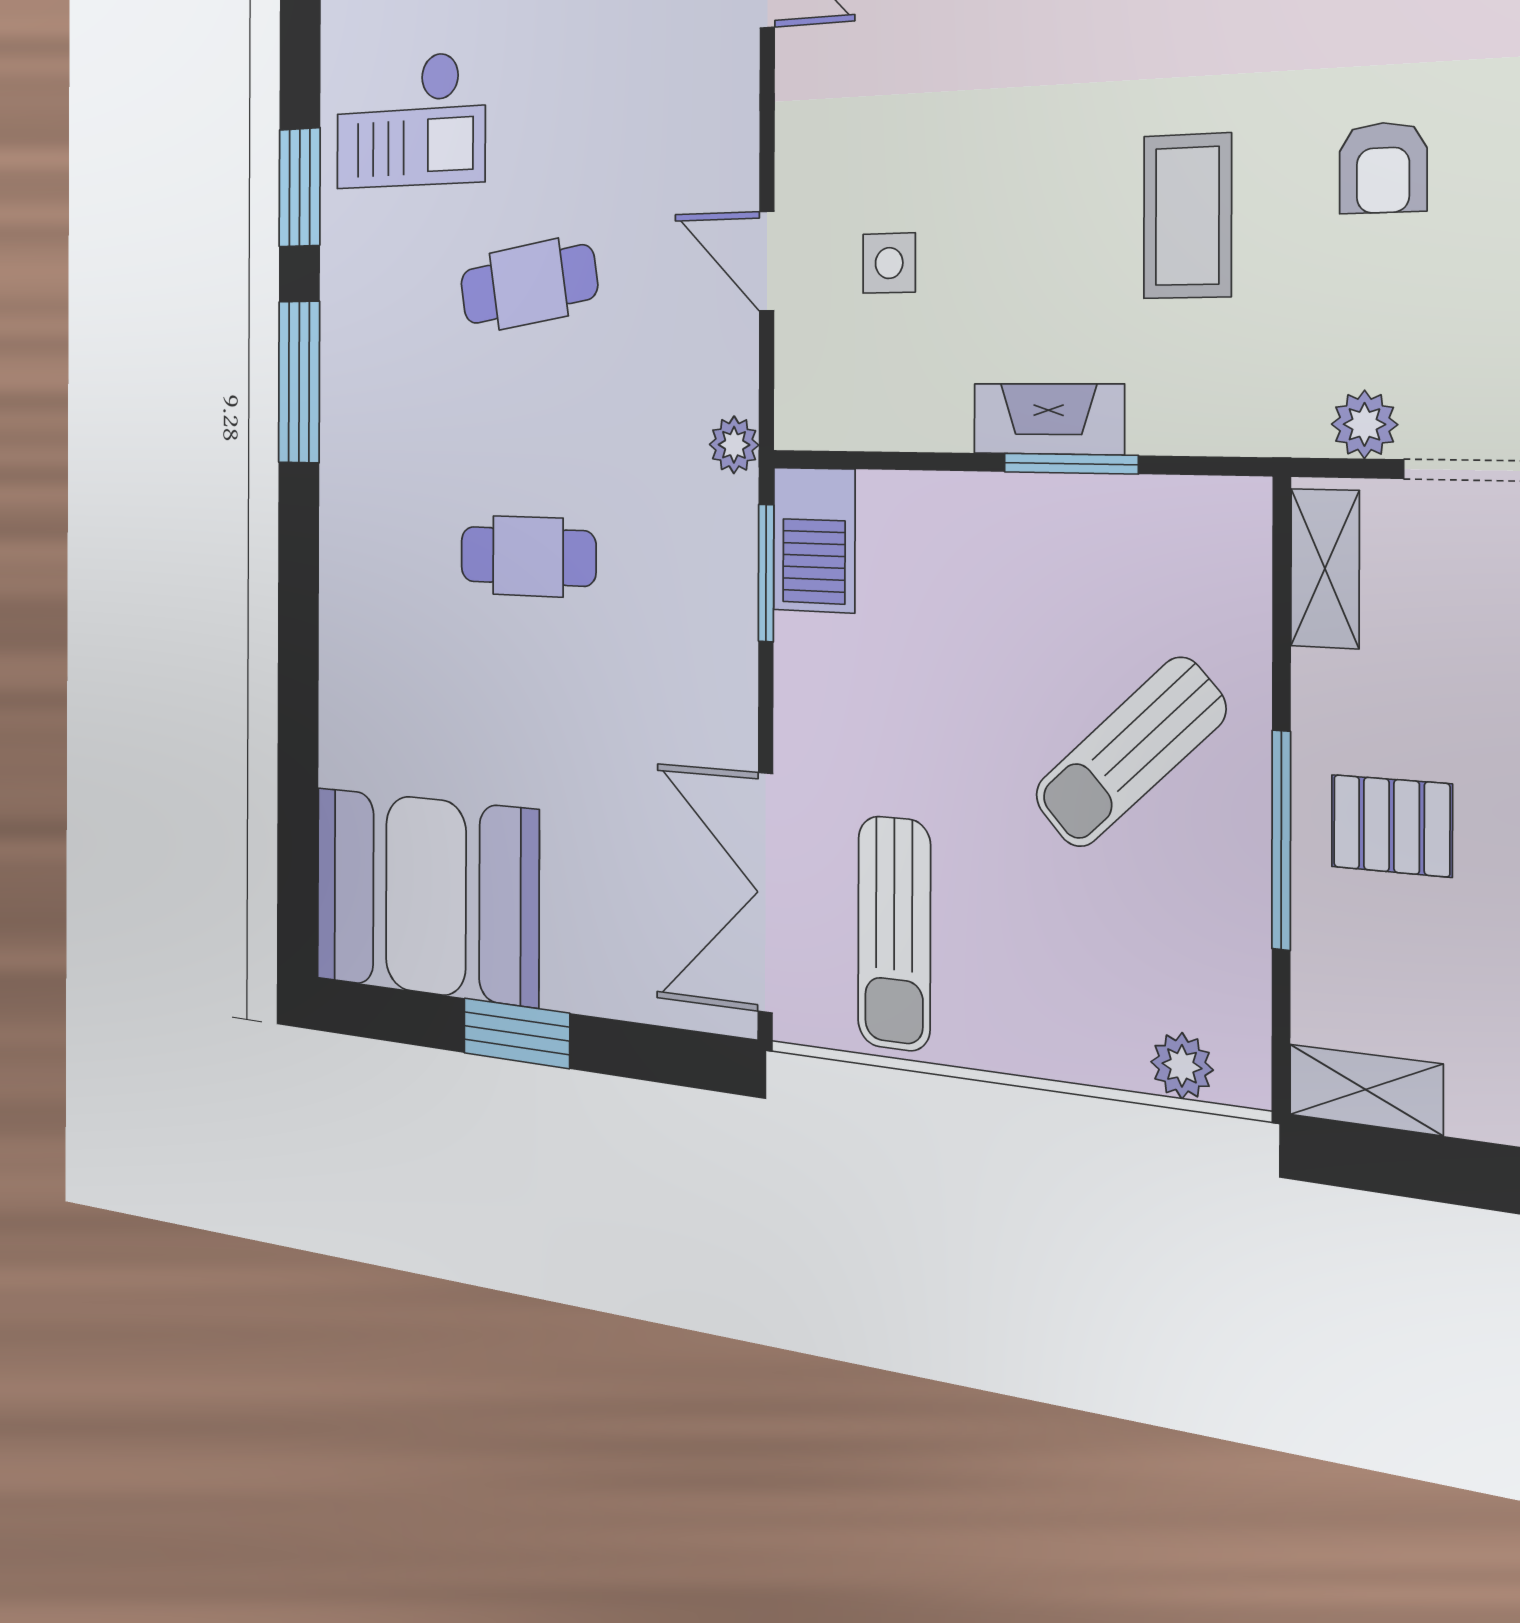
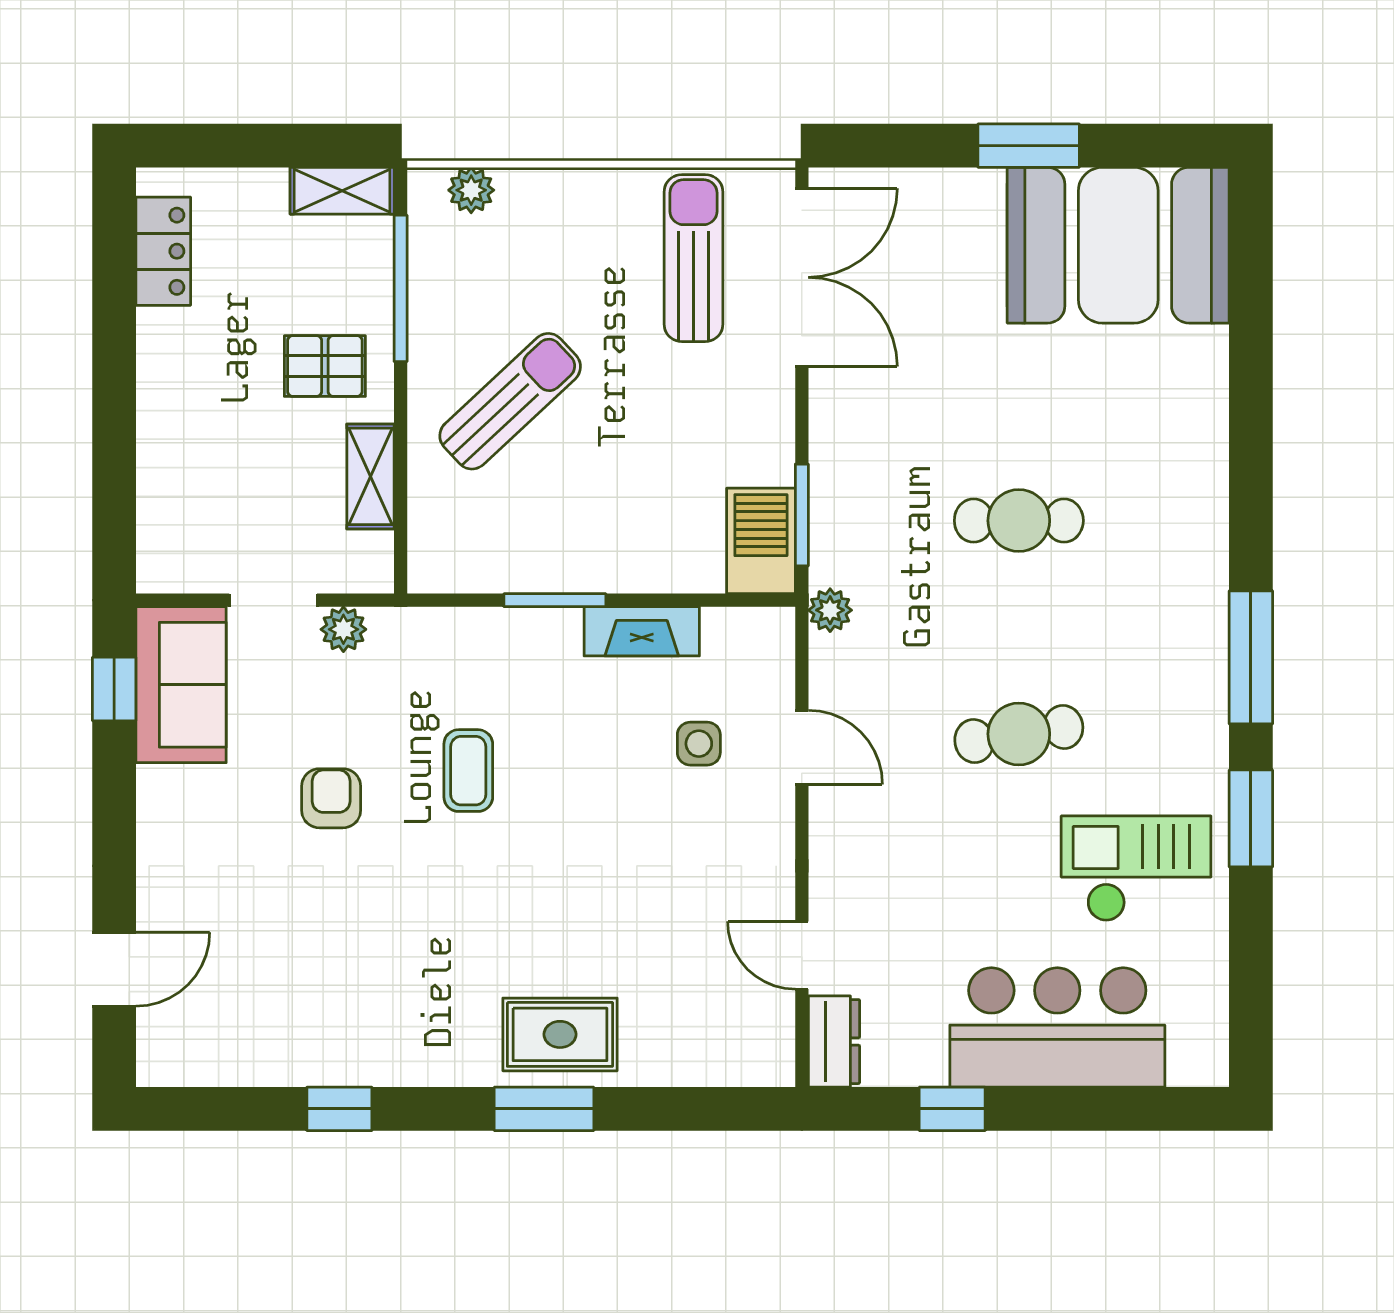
coffee table: (1187, 216) -> (468, 771), width x0.73, depth x0.77
fireplace: (1048, 419) -> (642, 631), moved
shelving: (1325, 569) -> (370, 476), moved
window: (1281, 840) -> (401, 288), moved

